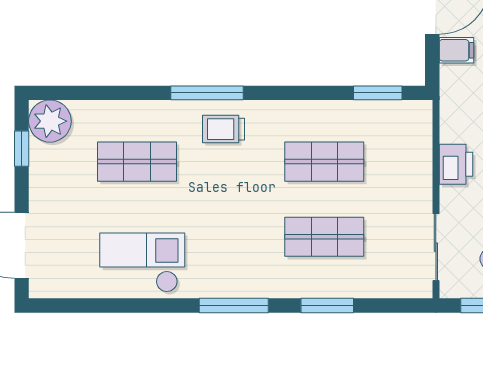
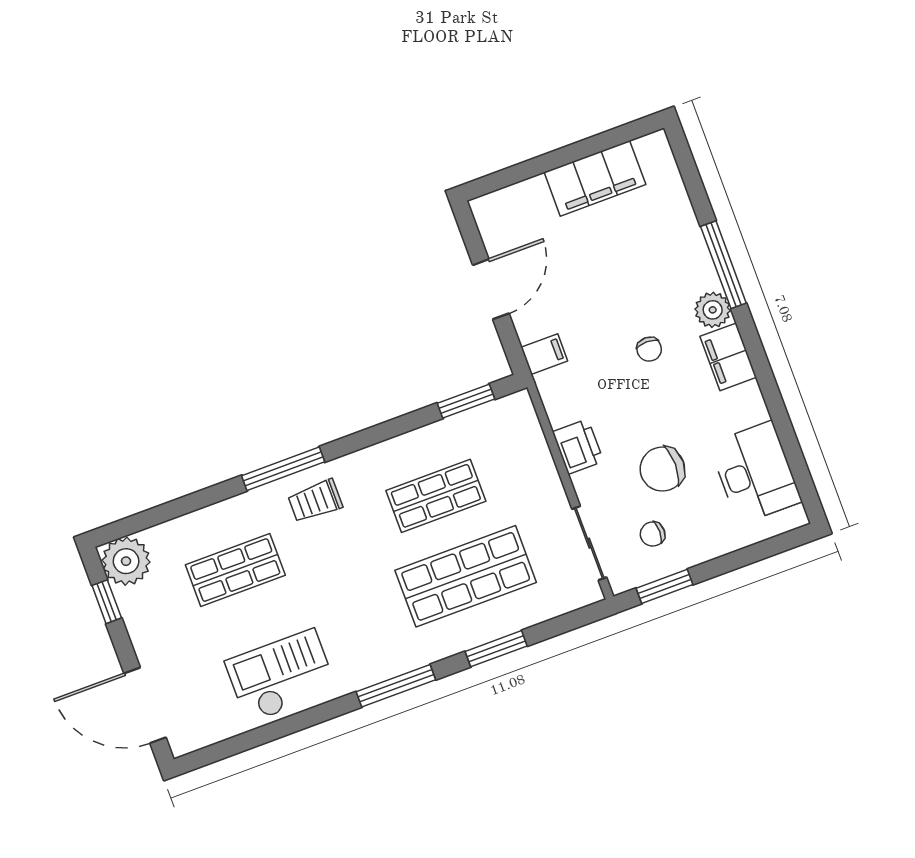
filing cabinet: (456, 50) -> (544, 354), moved
shop shelf: (324, 237) -> (466, 576), width x1.43, depth x1.36

